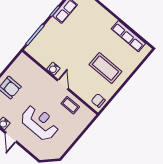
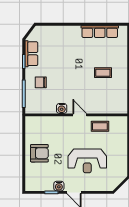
coffee table: (105, 68) -> (103, 73), width x0.54, depth x0.58
chair: (98, 101) -> (41, 82), moved
reception desk: (40, 123) -> (87, 161), turned 180

